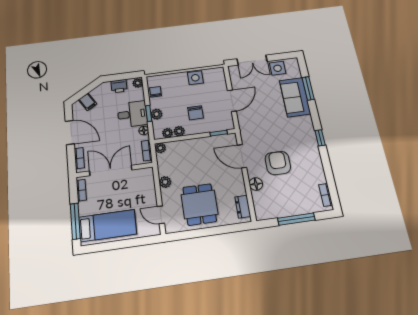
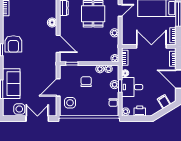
side table: (195, 78) -> (70, 103), moved
armchair: (278, 163) -> (13, 44), moved
double door: (111, 170) -> (151, 46), swing flipped
door: (161, 215) -> (120, 10), hinge flipped

